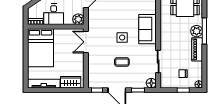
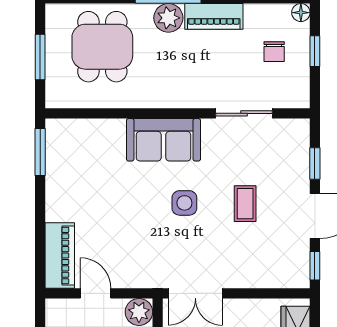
floor lamp: (151, 83) -> (298, 131), removed

